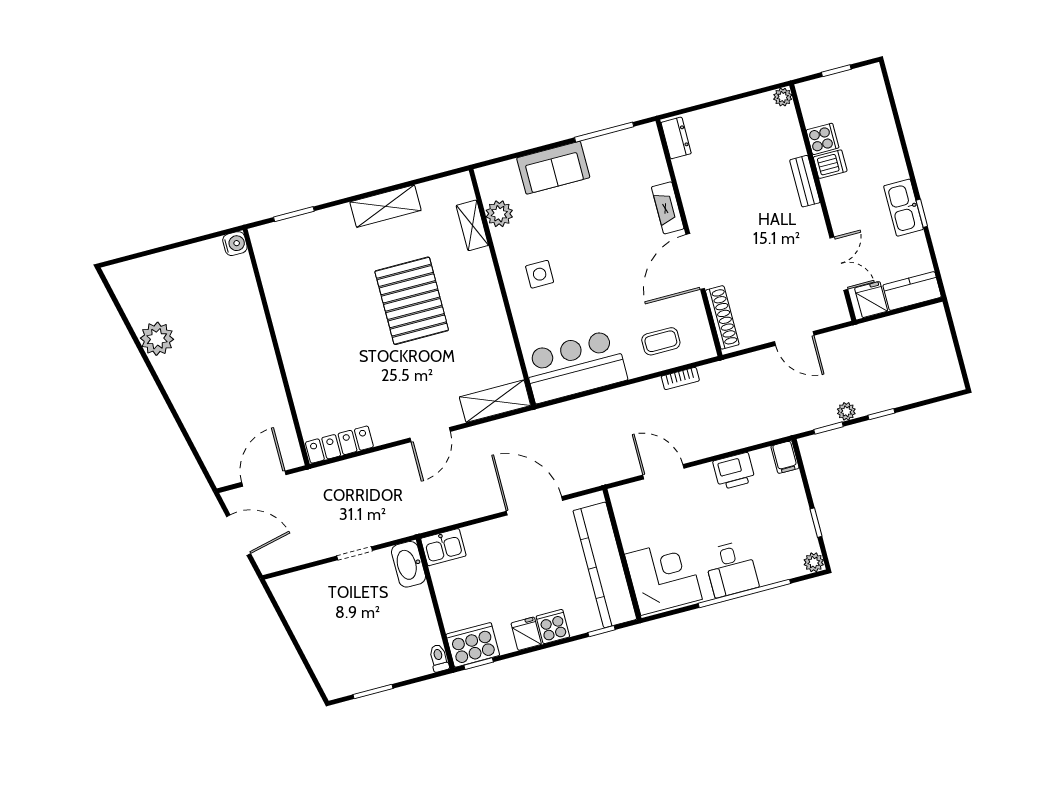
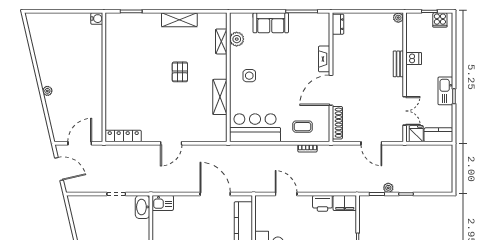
cooker: (823, 139) -> (440, 20), moved, turned 90
pallet: (412, 301) -> (180, 72), width x0.49, depth x0.50
plant: (157, 339) -> (47, 91), moved, width x0.53, depth x0.53
shelving: (495, 401) -> (220, 97), moved, turned 90
filing cabinet: (785, 457) -> (345, 203), width x2.00

